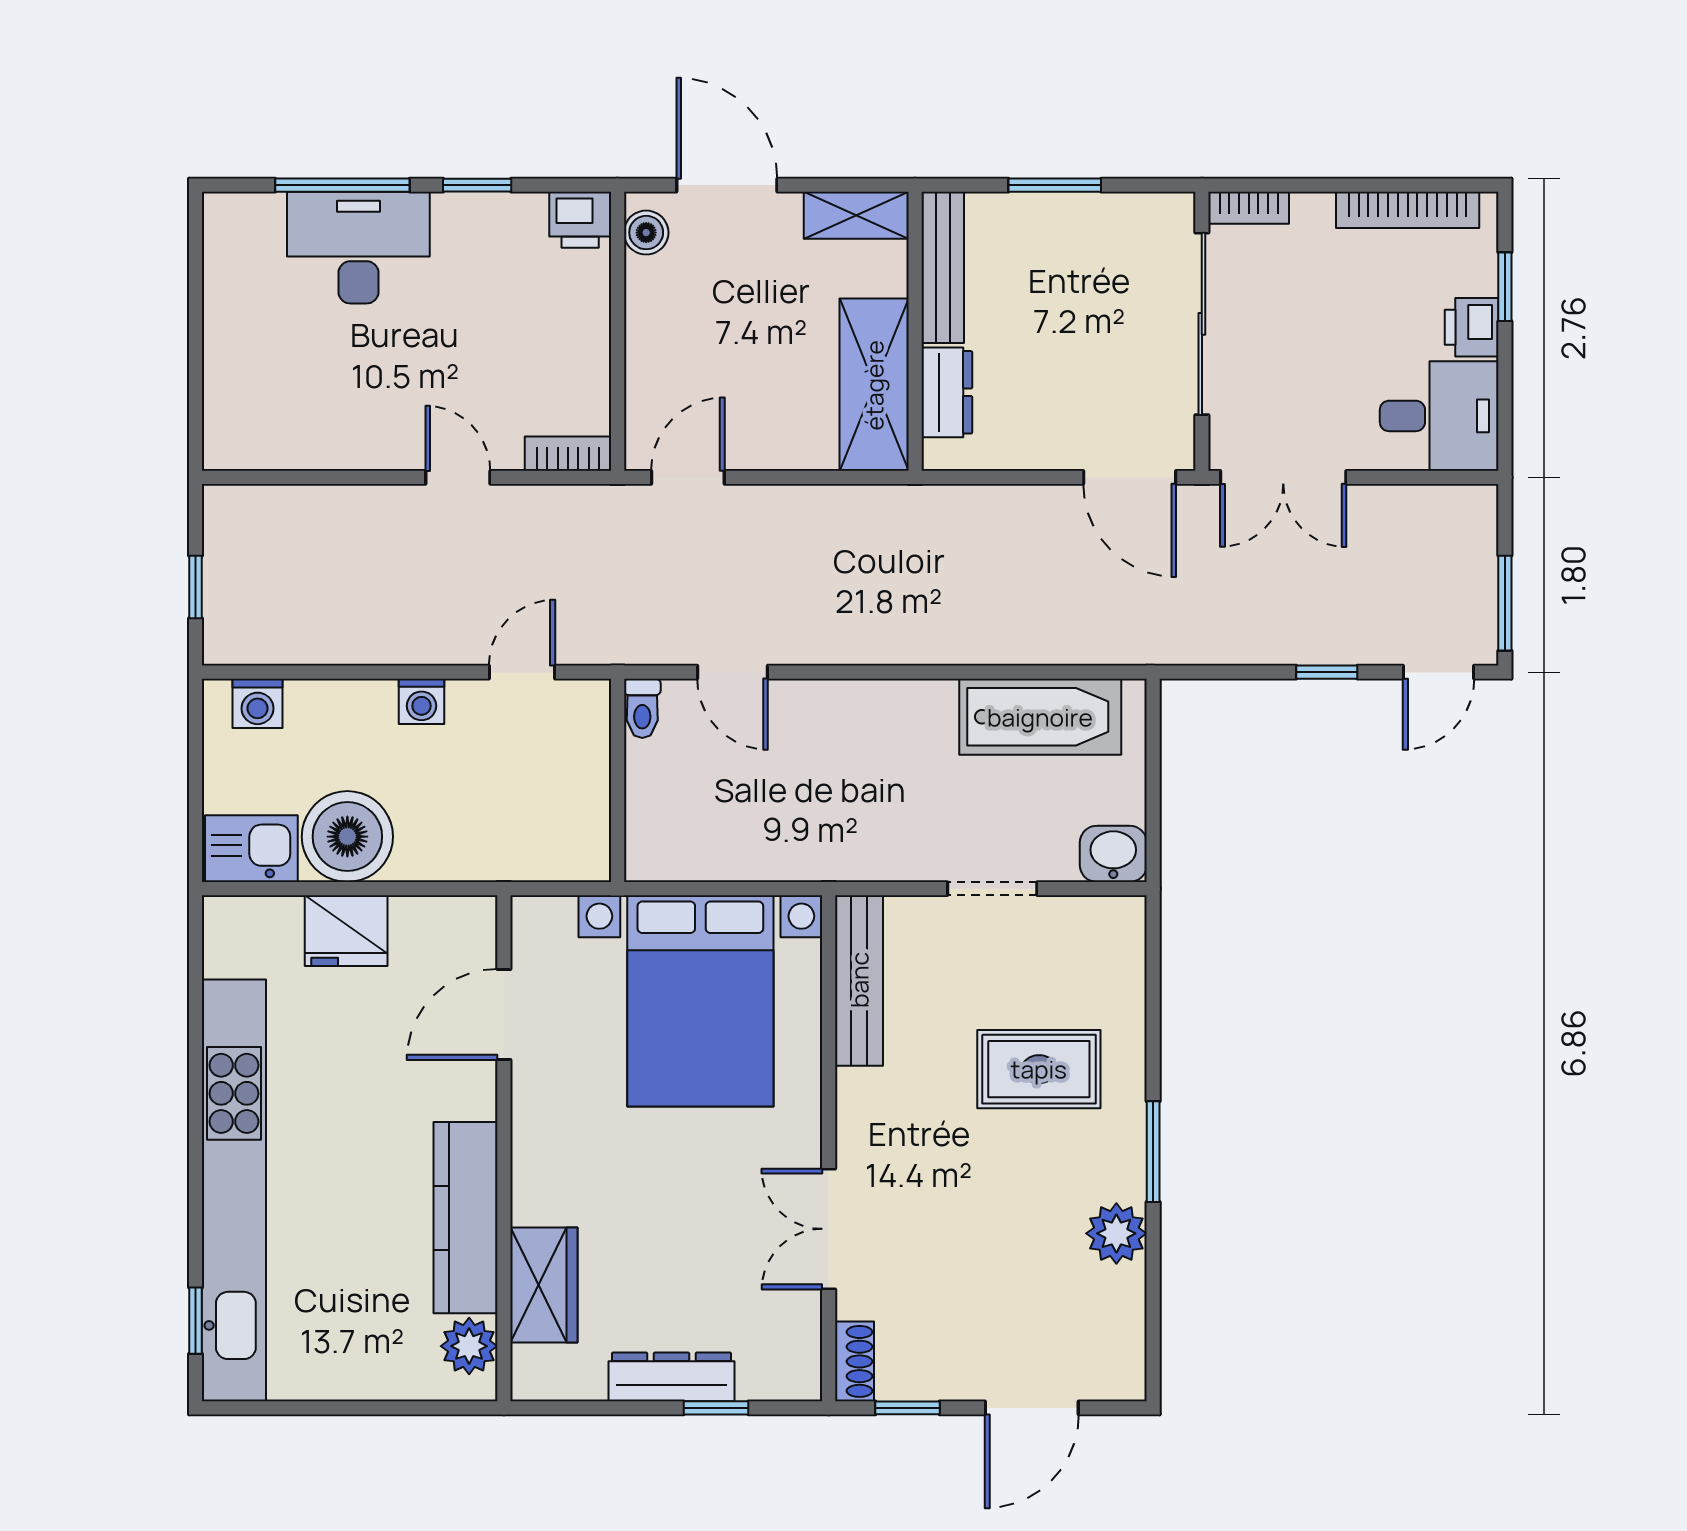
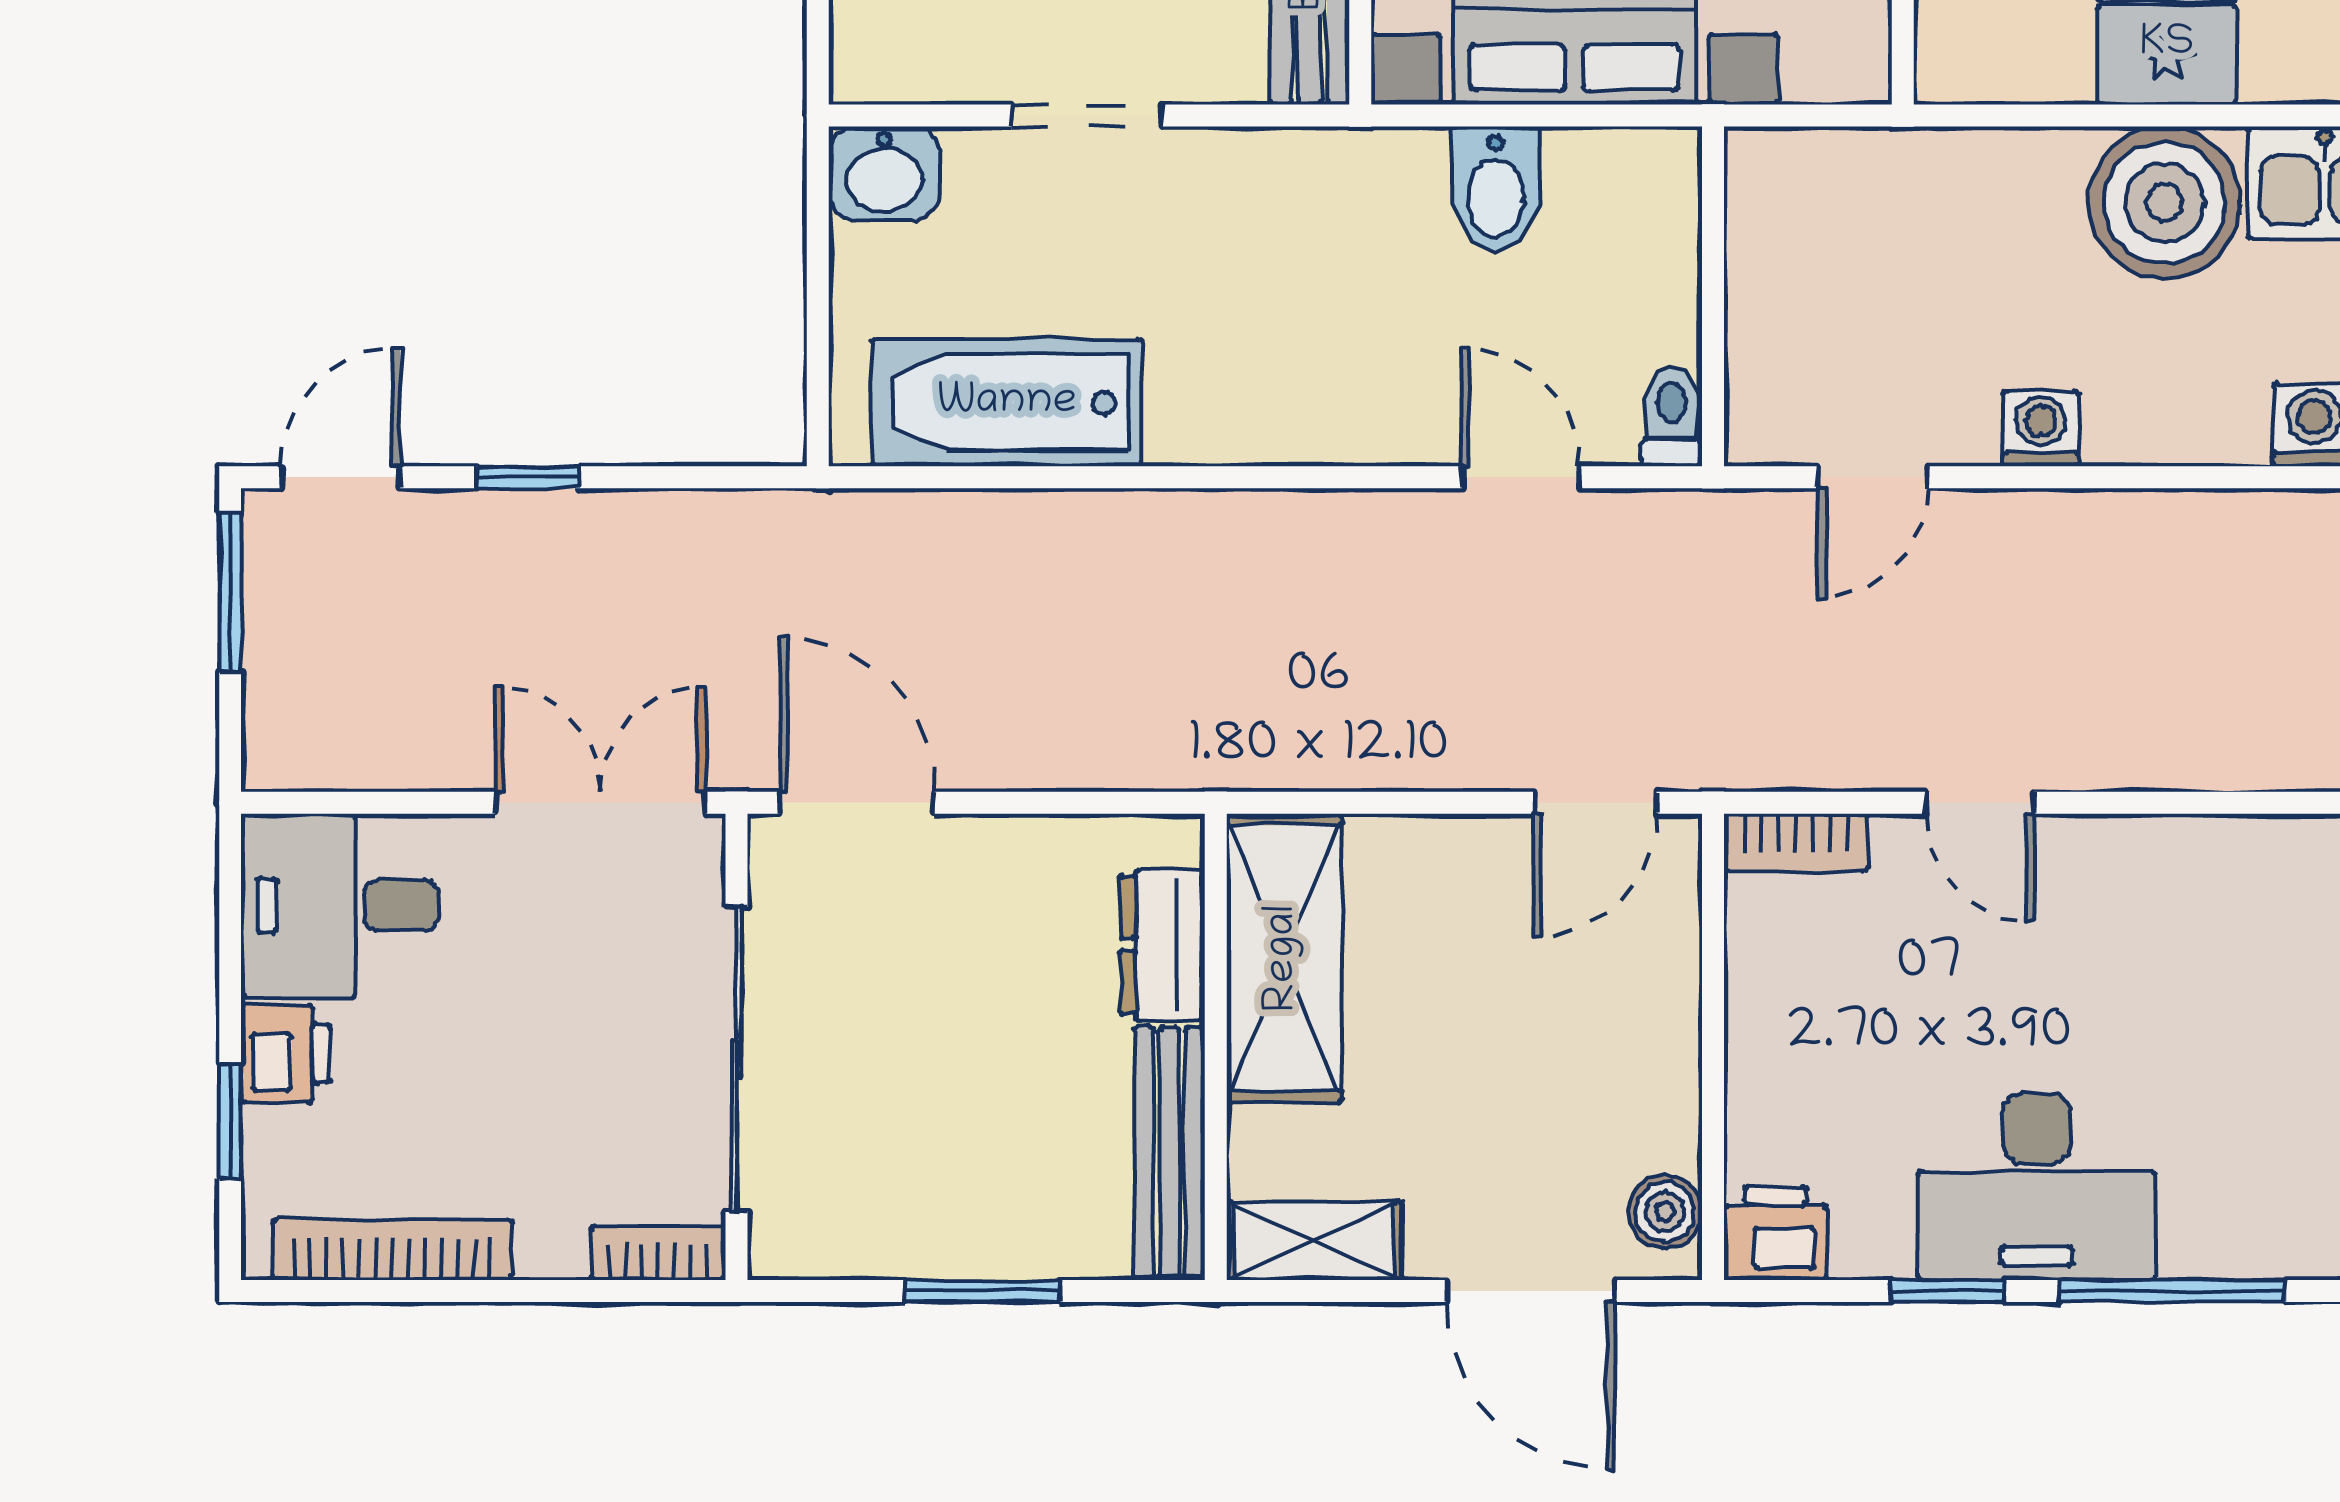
desk: (358, 248) -> (2036, 1187), moved
bidet: (748, 844) -> (1496, 190), added

